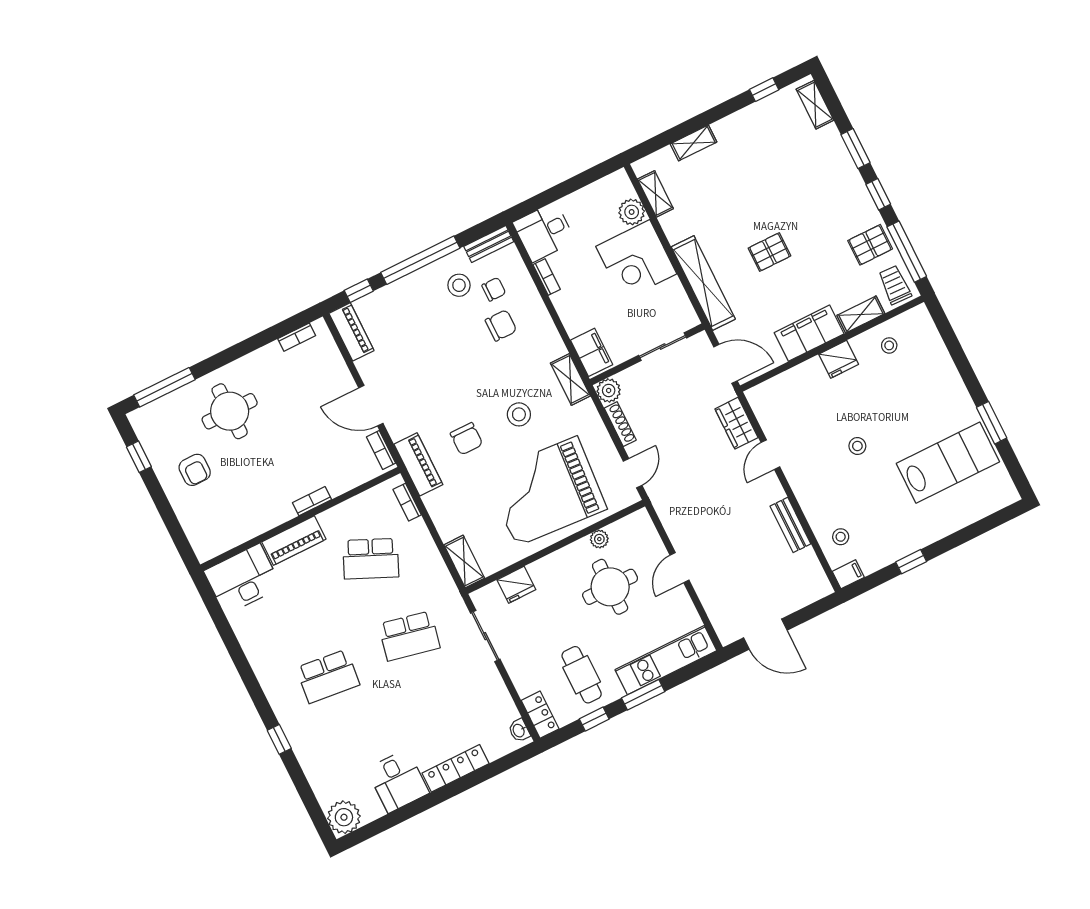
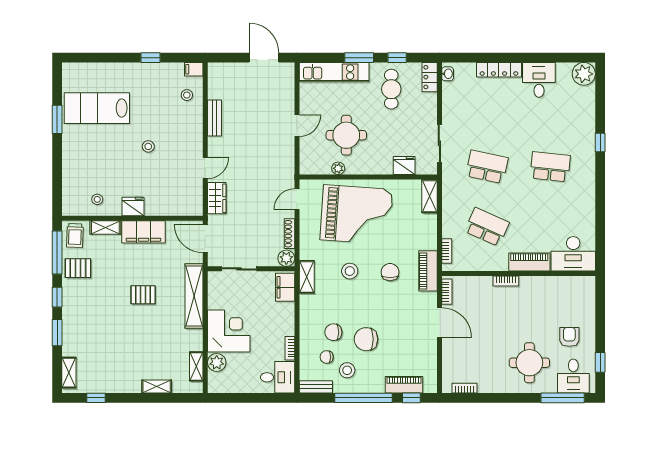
piano: (351, 332) -> (404, 385), moved, turned 90
chair: (455, 337) -> (366, 339), added
desk: (165, 422) -> (573, 376), added

